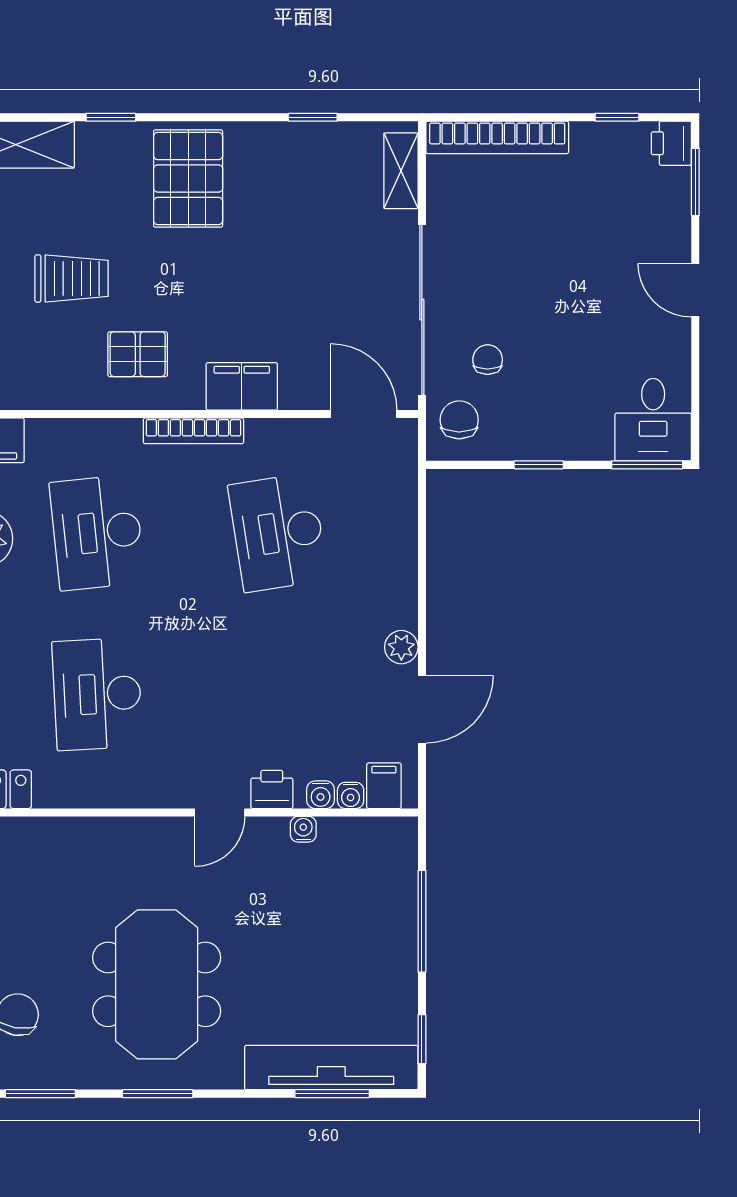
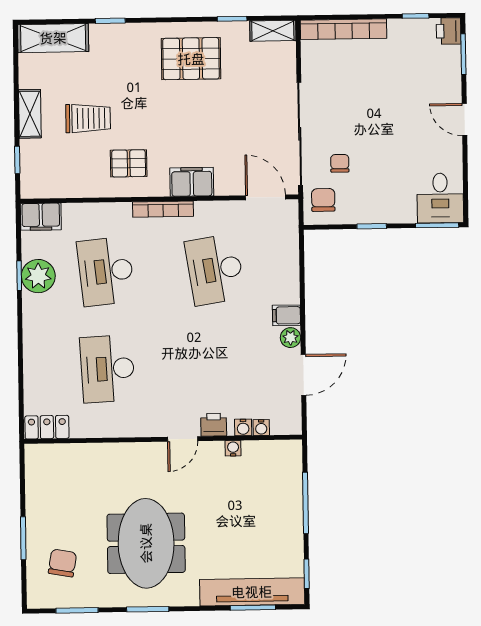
shelving: (401, 171) -> (273, 31), moved, turned 90
pallet: (188, 178) -> (191, 59), moved, turned 90
filing cabinet: (384, 786) -> (286, 315), moved, turned -90

